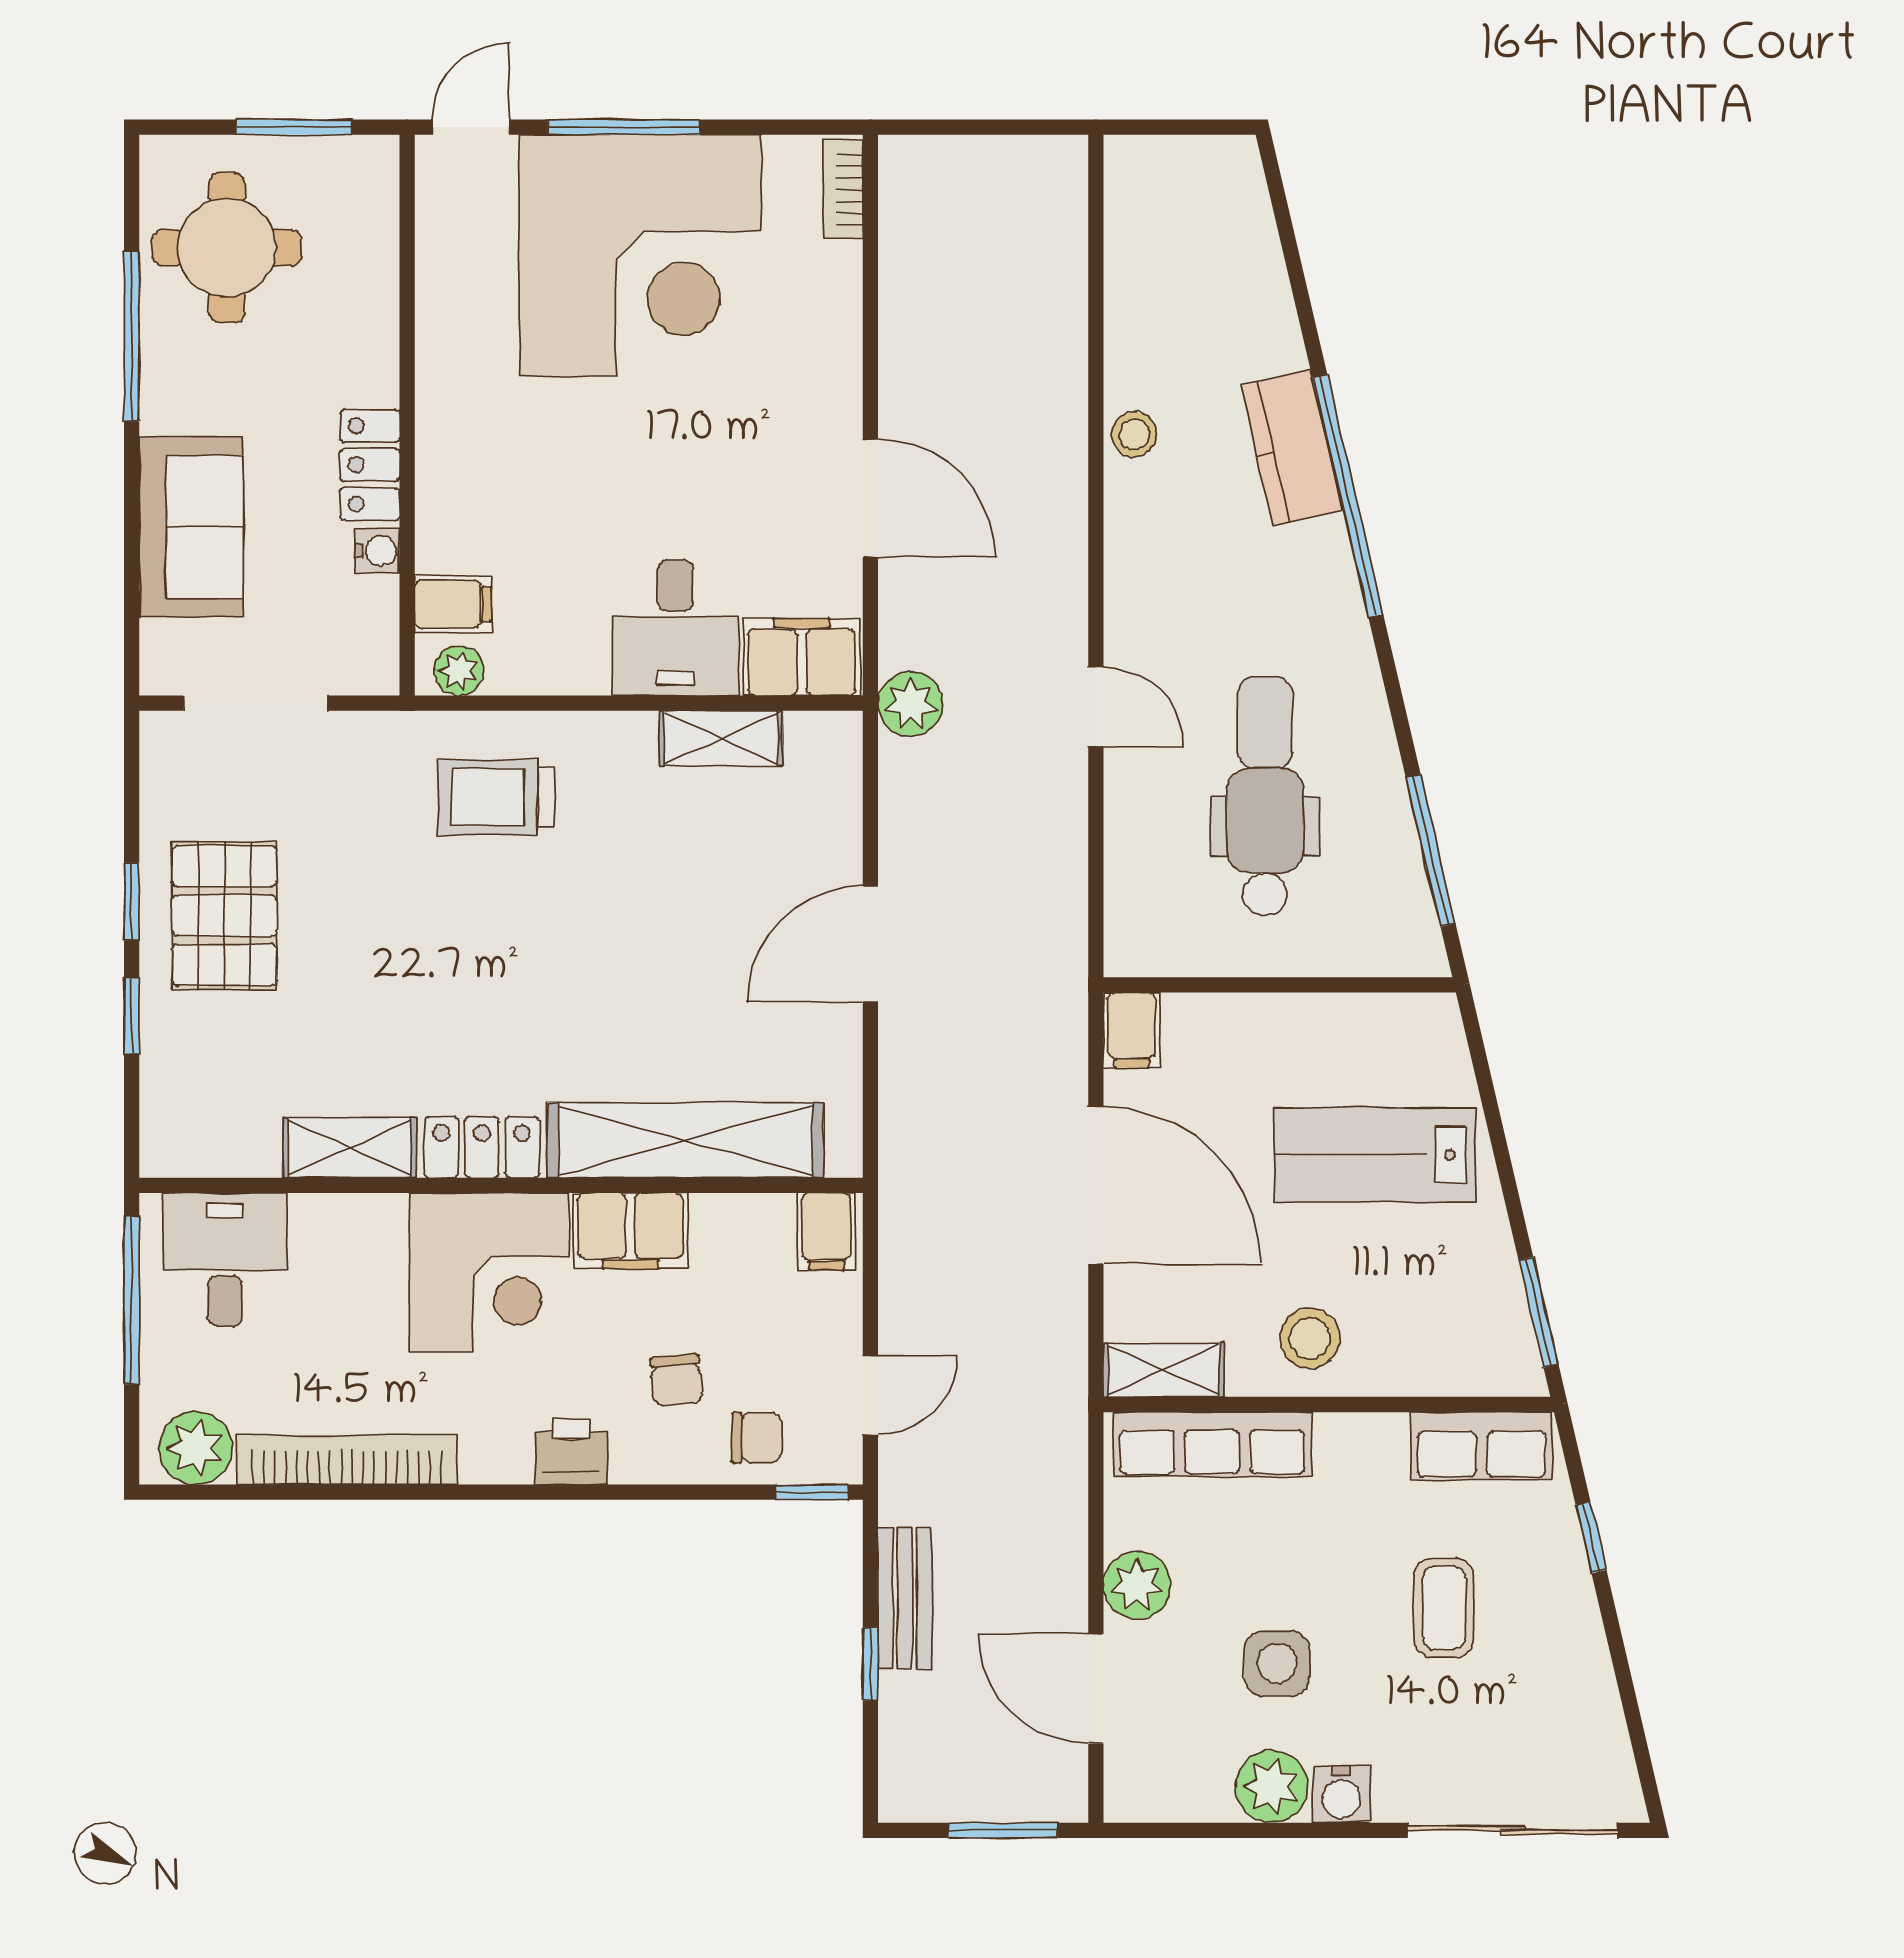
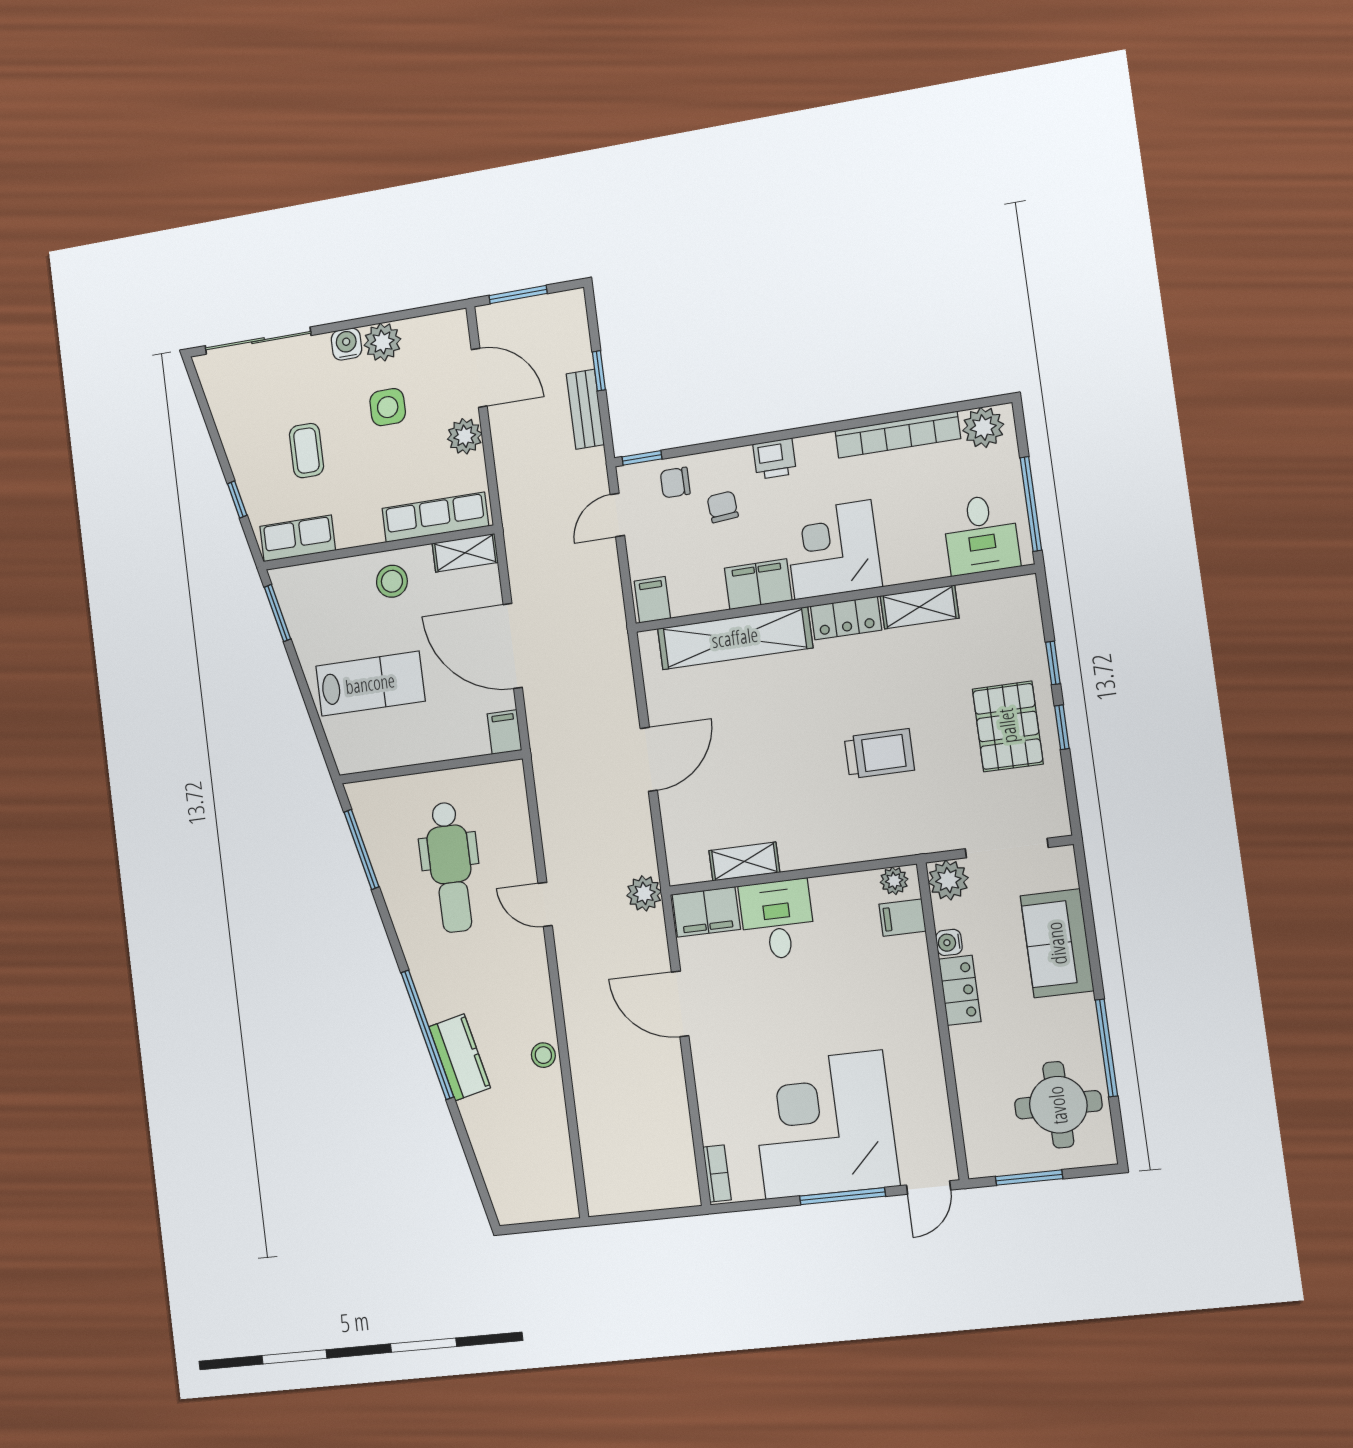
plant: (364, 660) -> (948, 880), added
trolley: (496, 797) -> (879, 754), moved

